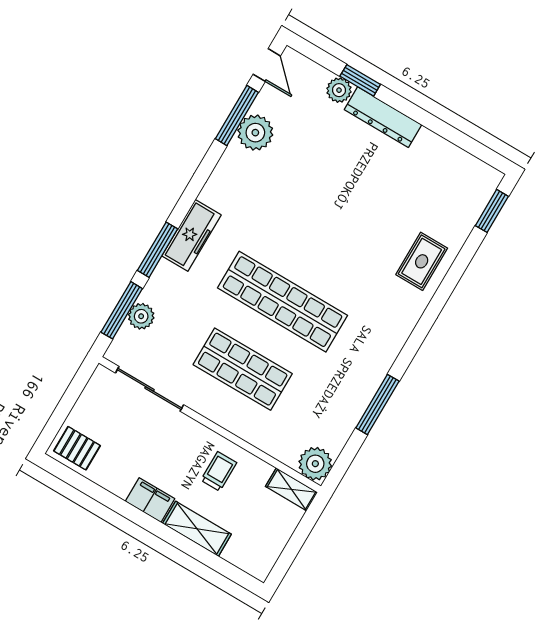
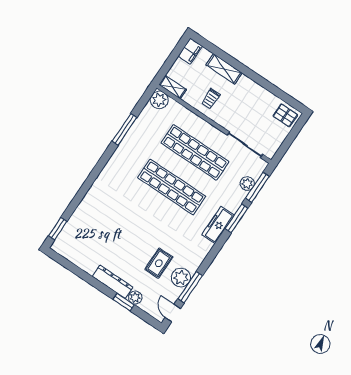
rug: (422, 261) -> (159, 263), moved
shop shelf: (243, 369) -> (195, 152), width x1.40
filing cabinet: (150, 500) -> (190, 51), moved, turned -90

